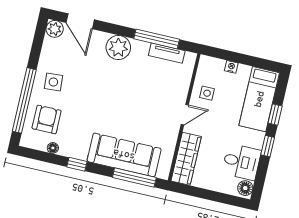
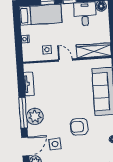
window: (157, 39) -> (23, 113), moved
side table: (53, 82) -> (55, 144), moved
armchair: (47, 119) -> (79, 127), moved

